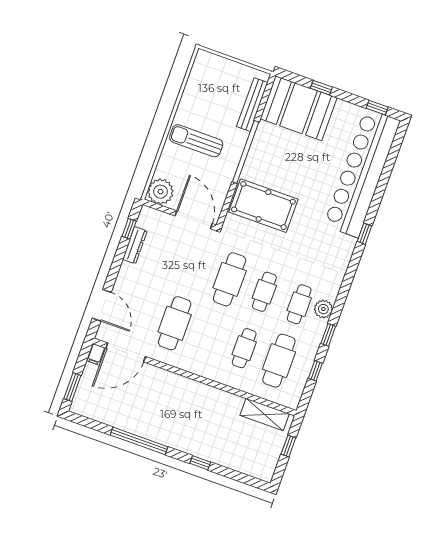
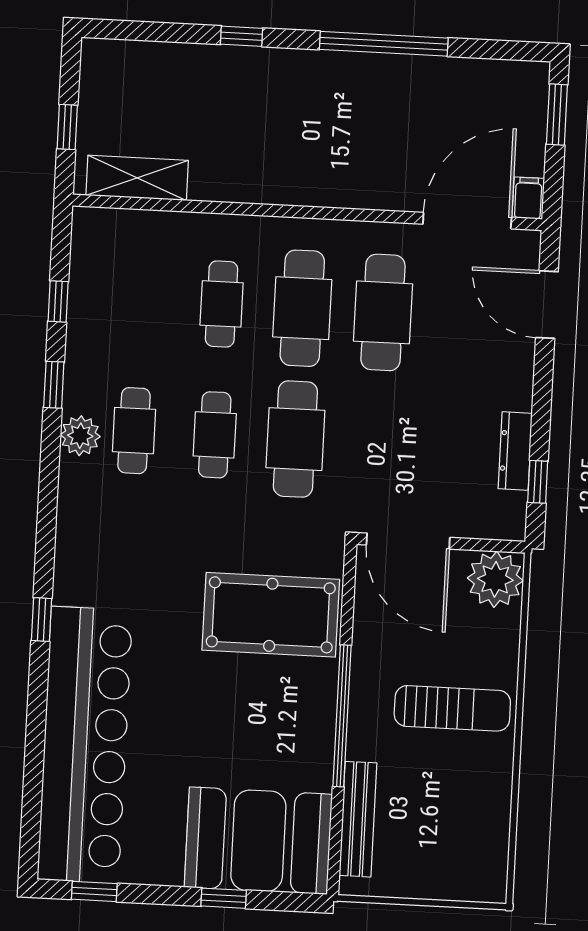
cafe table: (279, 361) -> (302, 308), moved

